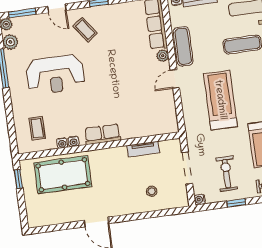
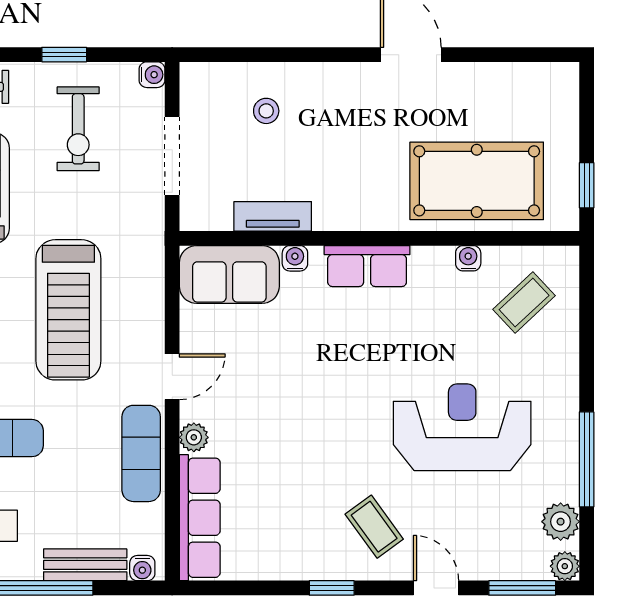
sofa: (157, 123) -> (229, 274), added
coffee table: (37, 128) -> (524, 303), turned 47
water cooler: (73, 141) -> (295, 258), moved

